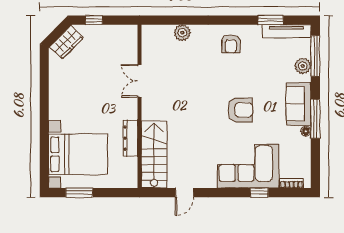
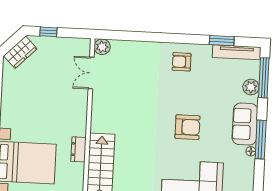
plant: (182, 33) -> (102, 47), moved
armchair: (231, 44) -> (182, 62), turned 90
double door: (139, 81) -> (91, 73), moved
dresser: (131, 138) -> (79, 149), width x0.70

